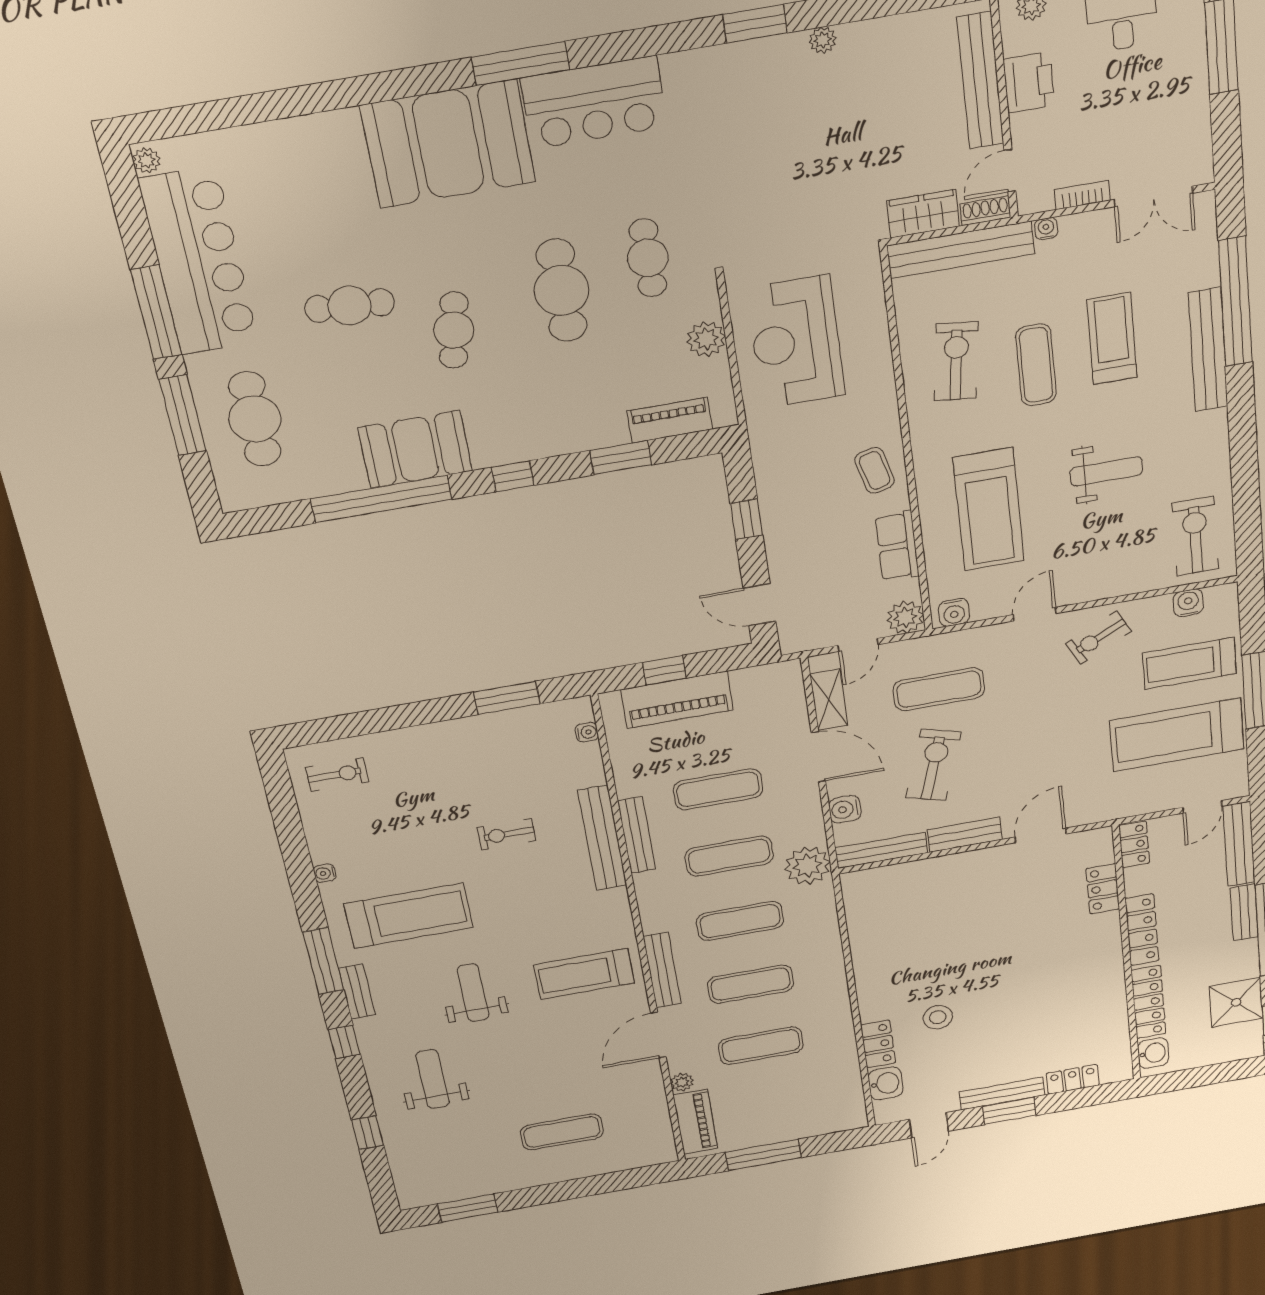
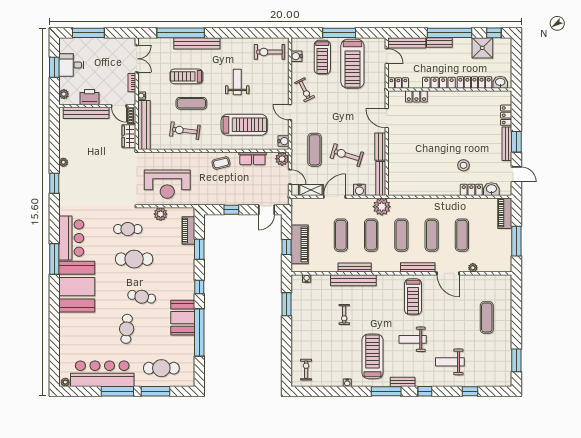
piano: (695, 1122) -> (505, 213), moved, turned -90

